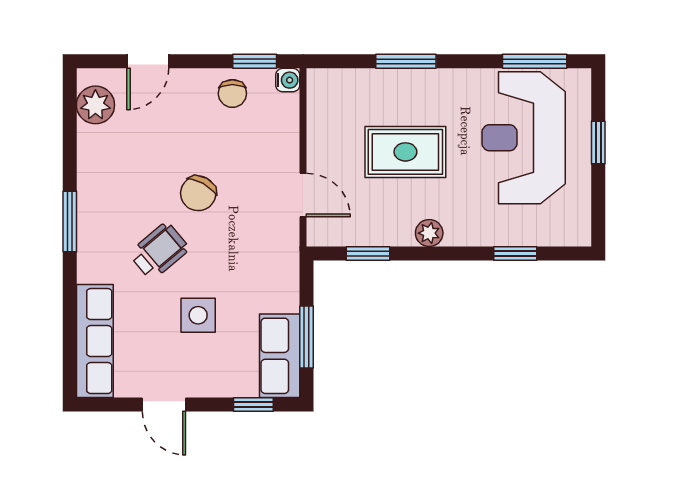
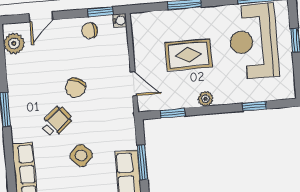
chair: (232, 94) -> (90, 31), turned 90
side table: (198, 315) -> (81, 155), turned 45

